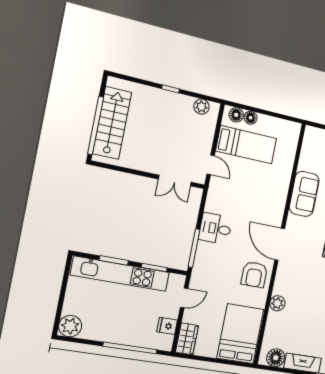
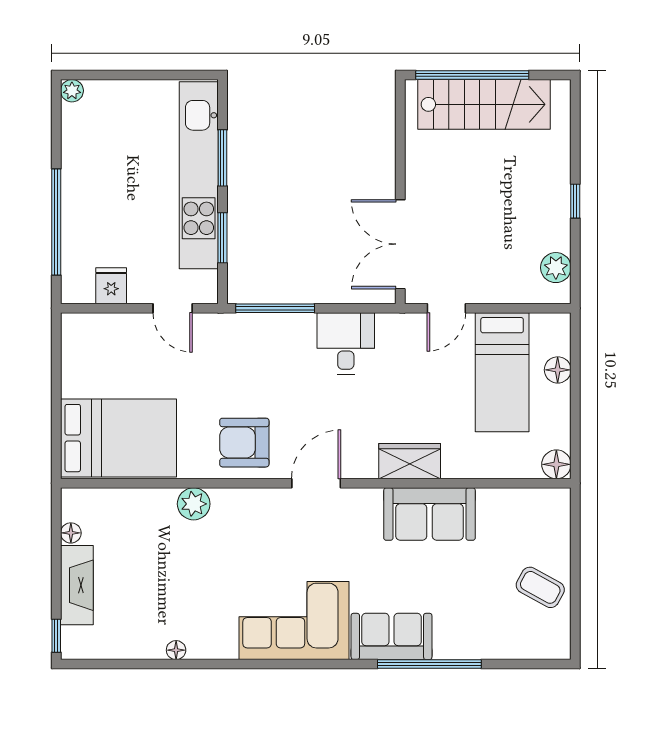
floor lamp: (236, 115) -> (556, 464), moved
double door: (175, 181) -> (400, 244), width x1.37
desk: (215, 229) -> (346, 343), moved
door: (280, 244) -> (316, 483), width x0.73
plant: (70, 326) -> (72, 91), width x0.53, depth x0.53
wardrobe: (187, 339) -> (410, 461), moved, turned 180
floor lamp: (276, 358) -> (71, 533), width x0.53, depth x0.53

